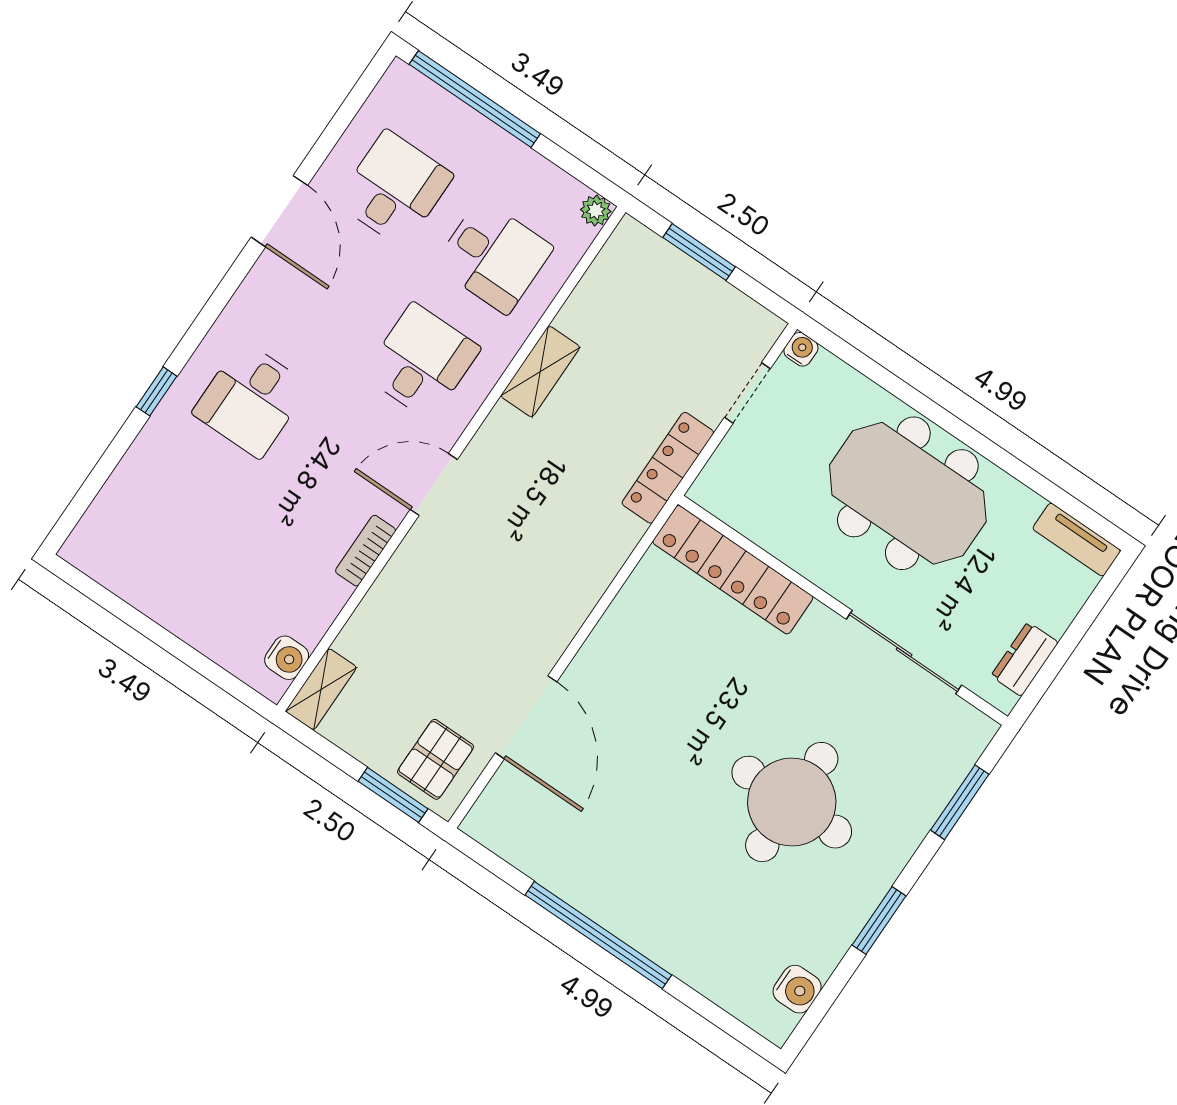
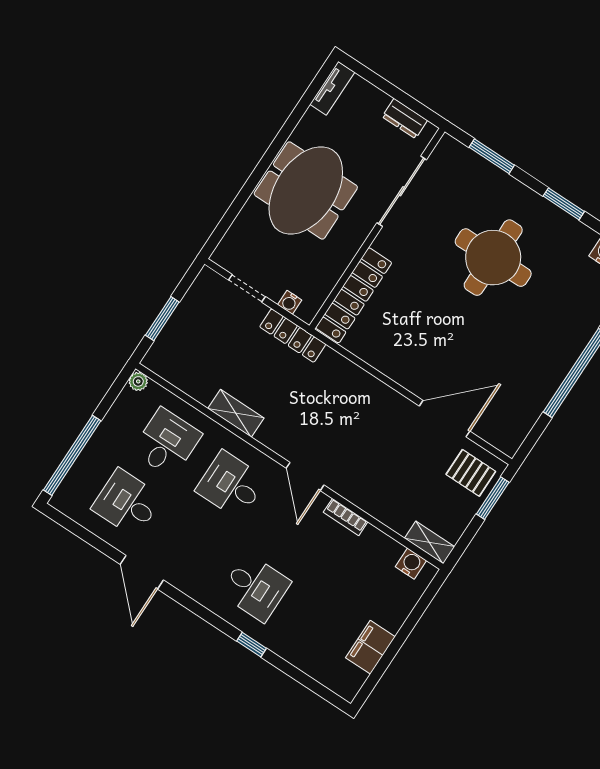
door: (279, 211) -> (142, 572), swing flipped
water cooler: (801, 349) -> (290, 302), moved, turned -90
filing cabinet: (149, 588) -> (370, 647), added

